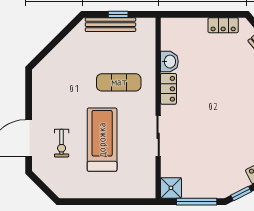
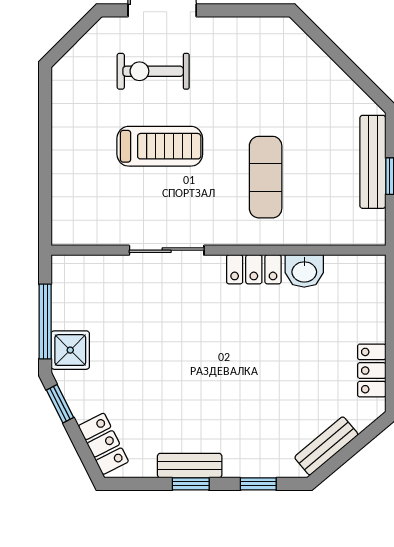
treadmill: (102, 140) -> (160, 146), width x0.73, depth x0.73
exercise bike: (62, 143) -> (153, 71), width x1.38, depth x1.39
shower: (171, 188) -> (70, 350), moved

